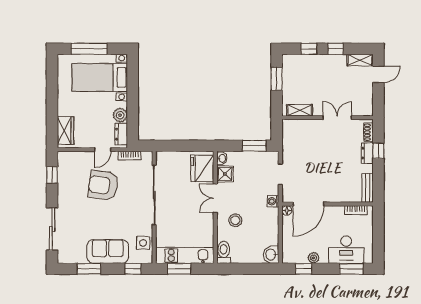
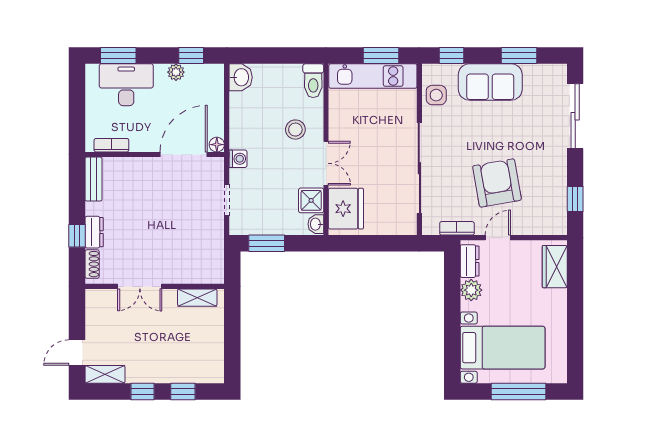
window: (277, 79) -> (232, 345), removed
armchair: (103, 185) -> (497, 183), turned -108

